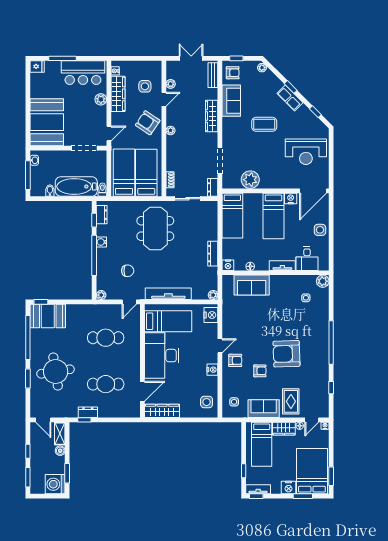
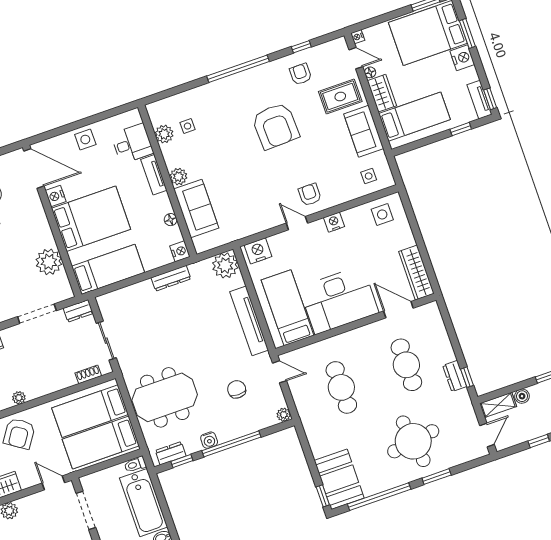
bed: (273, 216) -> (91, 219), width x1.50
meeting table: (155, 228) -> (165, 397), moved
plant: (276, 281) -> (178, 177), added
plant: (323, 281) -> (164, 134), moved
plant: (213, 295) -> (225, 265), width x1.88, depth x1.88
armchair: (260, 371) -> (301, 74), moved

